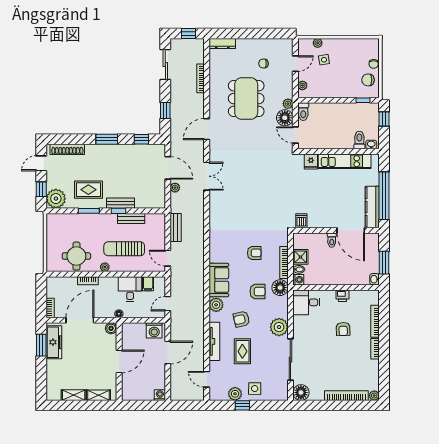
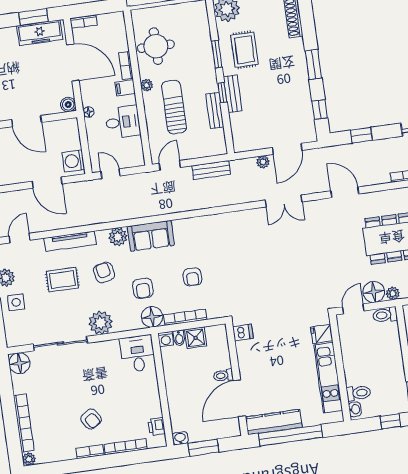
filing cabinet: (148, 284) -> (125, 88), moved
printer: (343, 296) -> (157, 427), moved
armchair: (343, 329) -> (91, 419), moved, turned -122

